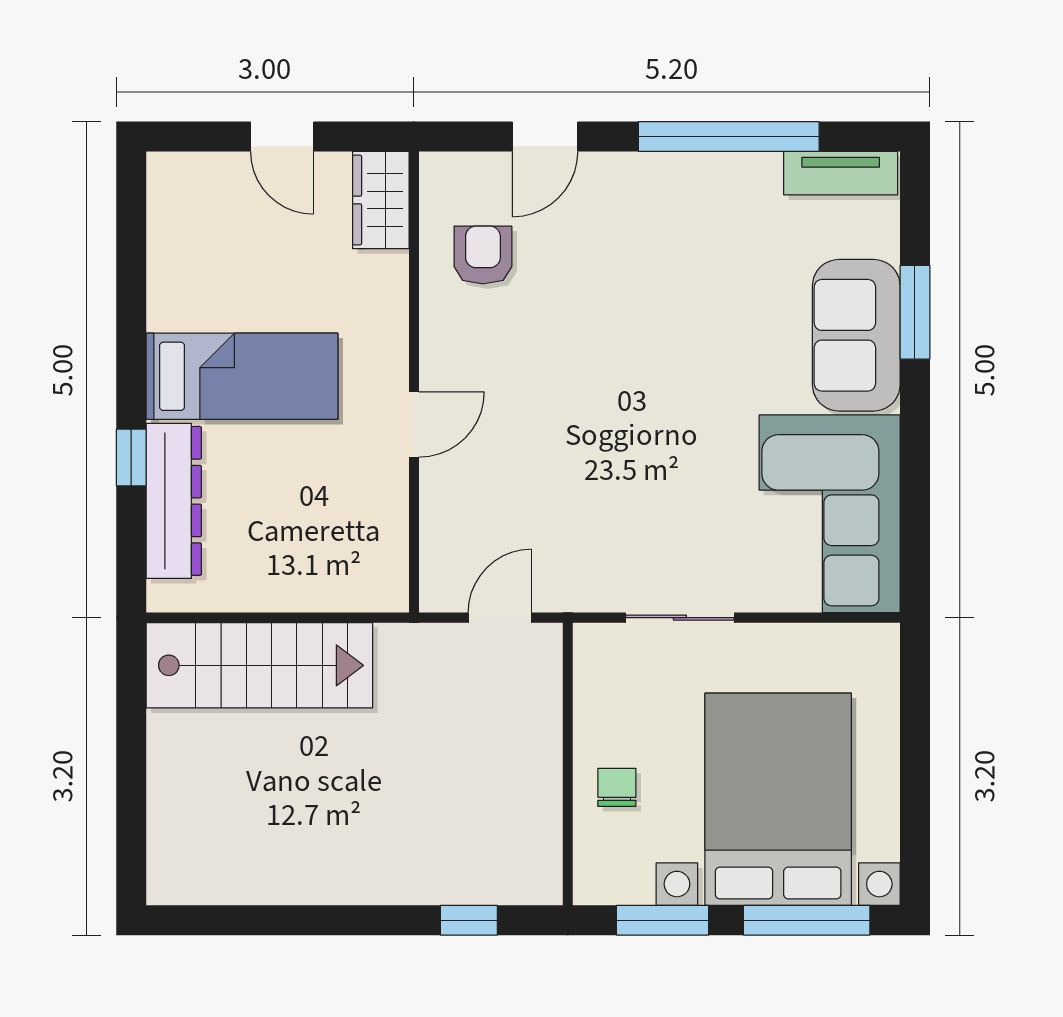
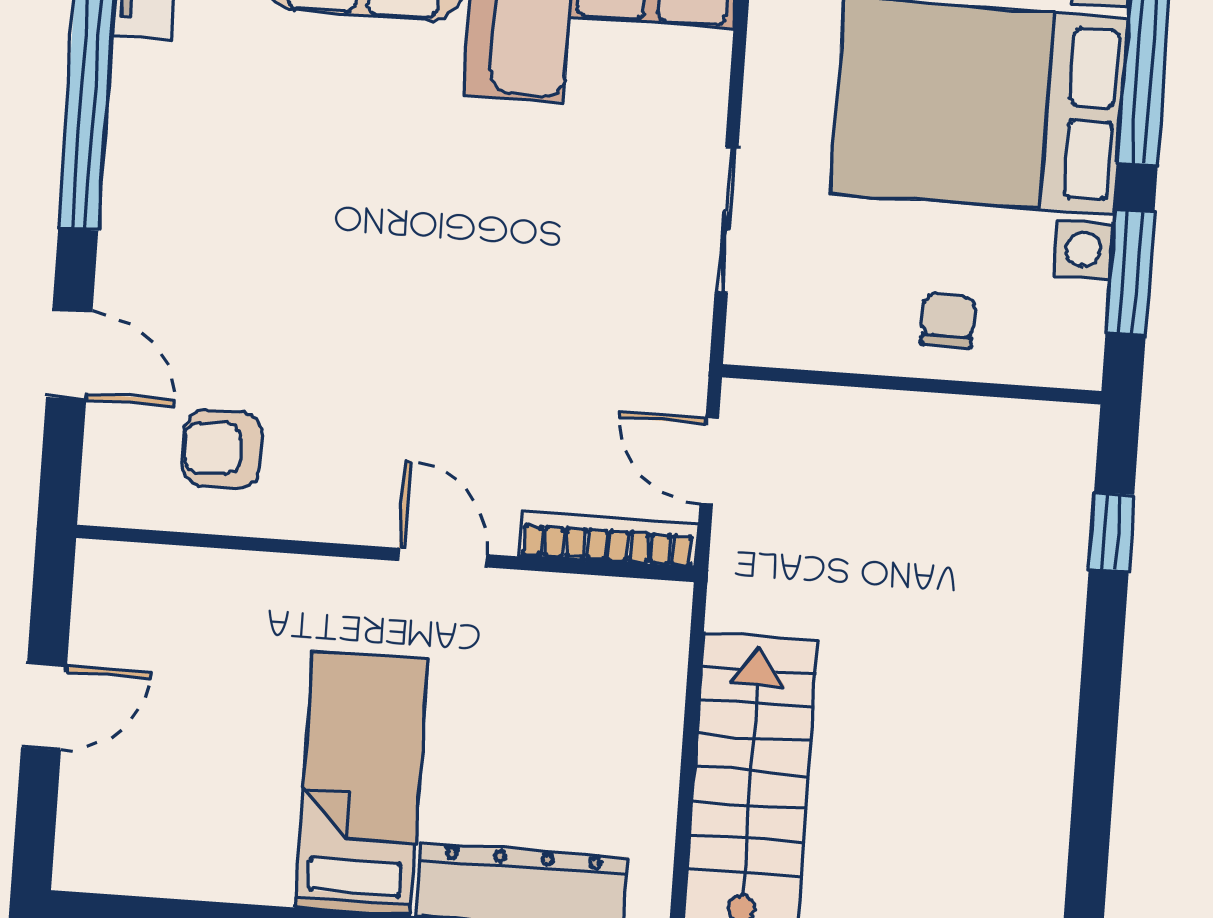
wardrobe: (381, 200) -> (139, 580), removed
bookcase: (436, 546) -> (608, 540), added
chair: (617, 787) -> (948, 321), turned 90

